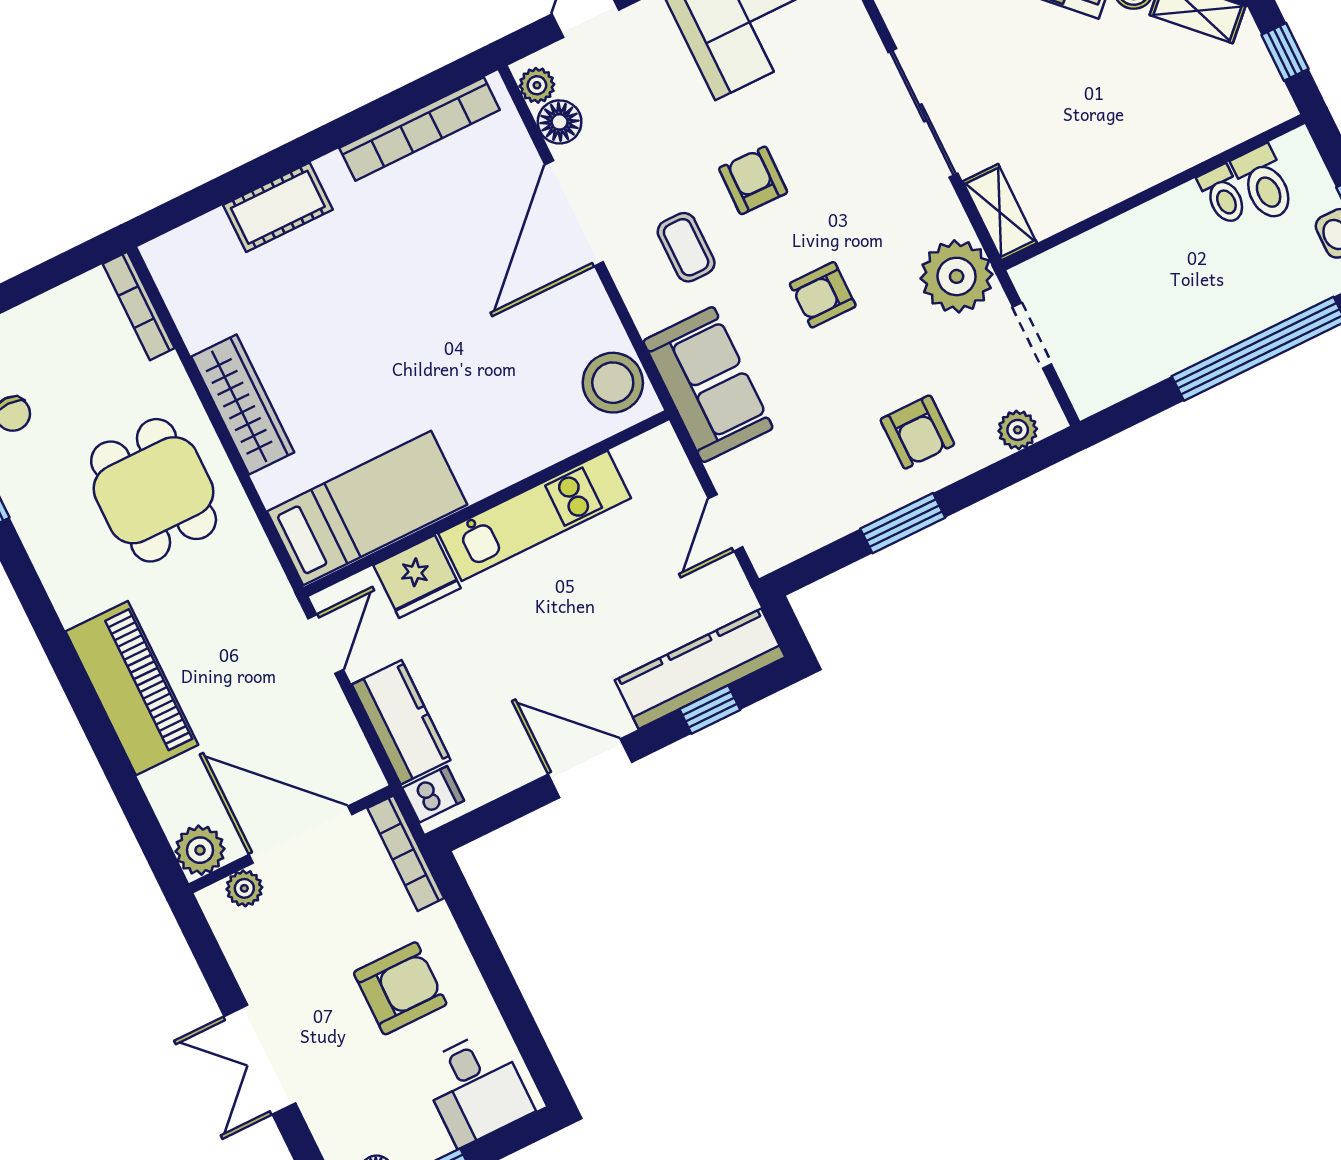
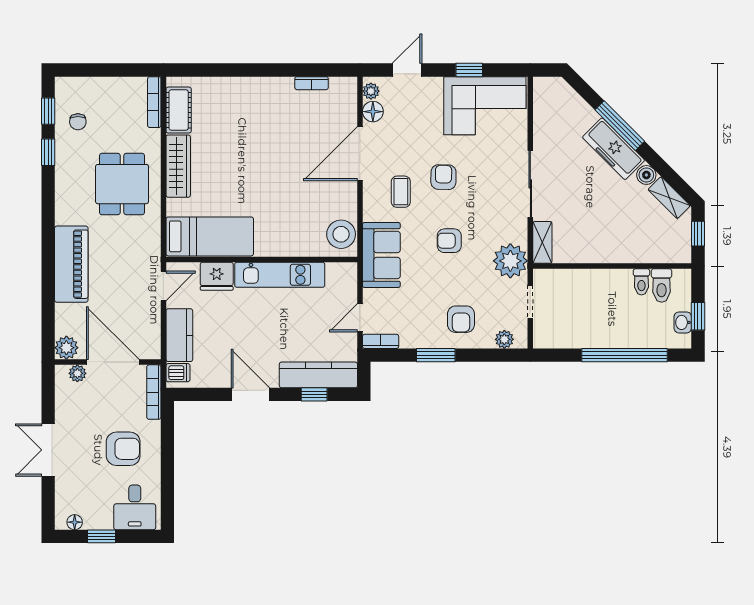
bookcase: (420, 129) -> (312, 83), width x0.43, depth x0.76
cot: (278, 207) -> (179, 110), moved, turned 90
bookcase: (786, 548) -> (381, 341), added

